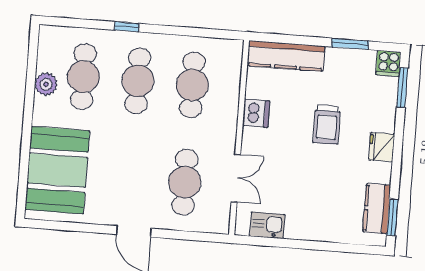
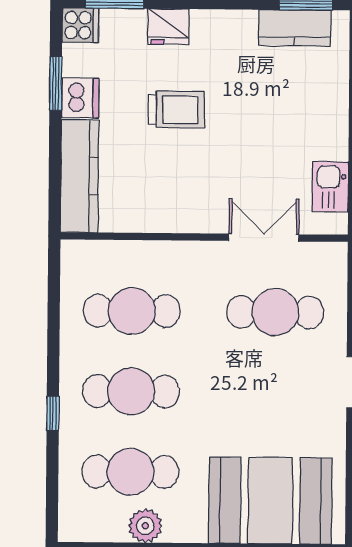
dishwasher: (256, 113) -> (80, 98), moved, turned 90
fridge: (382, 147) -> (168, 26), moved

